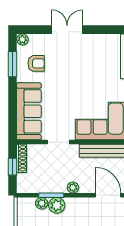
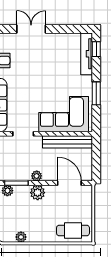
plant: (57, 205) -> (38, 193), moved

